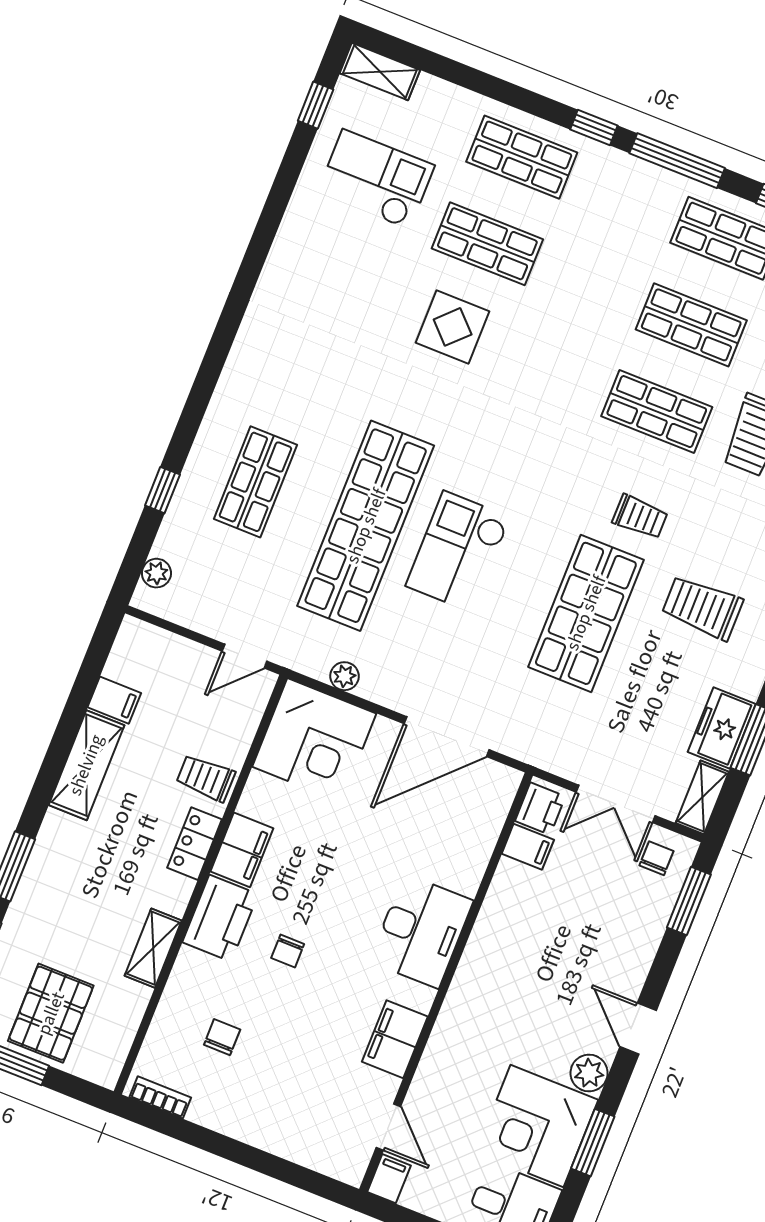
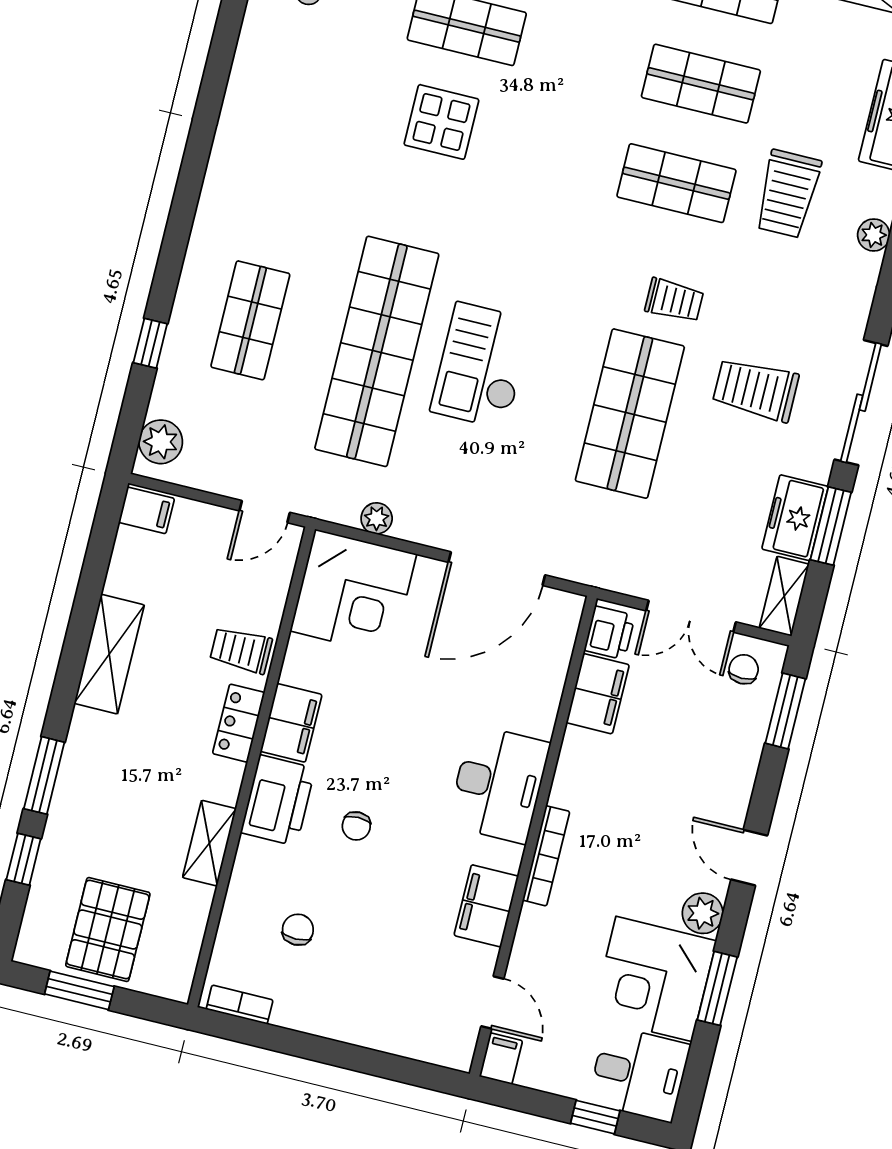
plant: (156, 573) -> (161, 442), width x1.38, depth x1.38
filing cabinet: (114, 700) -> (147, 510), moved
filing cabinet: (528, 847) -> (598, 694), width x2.00
bookcase: (455, 1002) -> (546, 856), added

